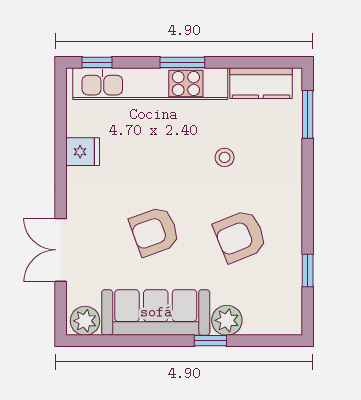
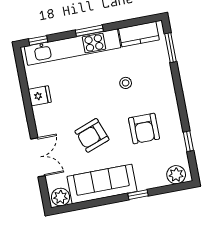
armchair: (240, 236) -> (144, 128), turned -68
double door: (61, 250) -> (38, 157), swing flipped
plant: (227, 320) -> (176, 175), moved

